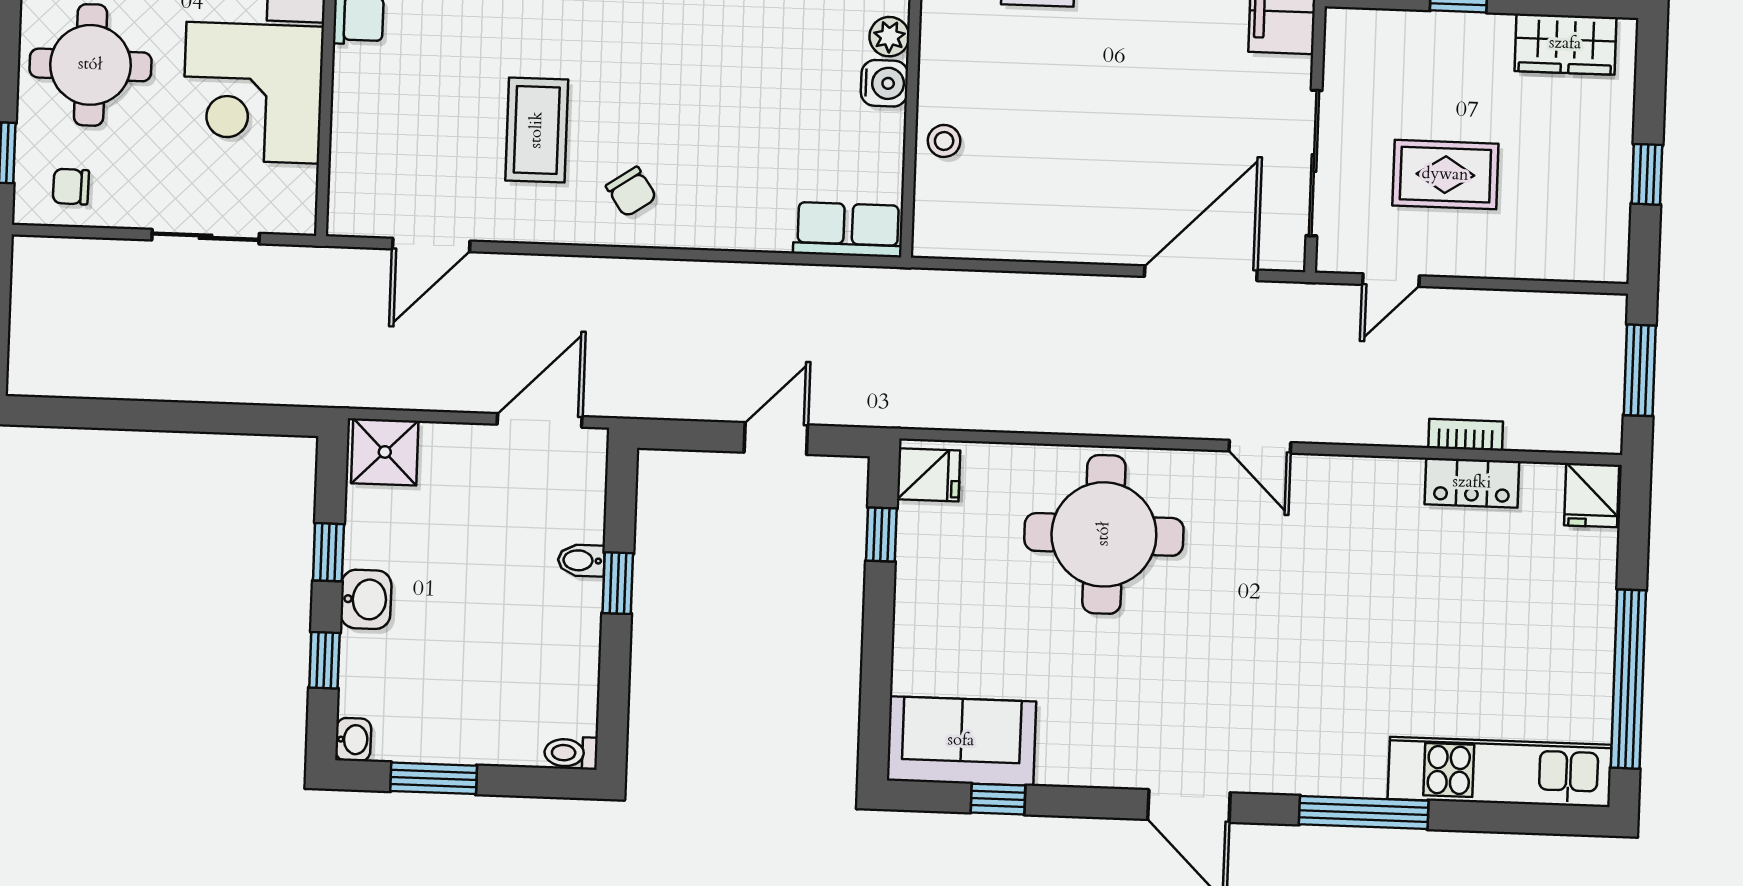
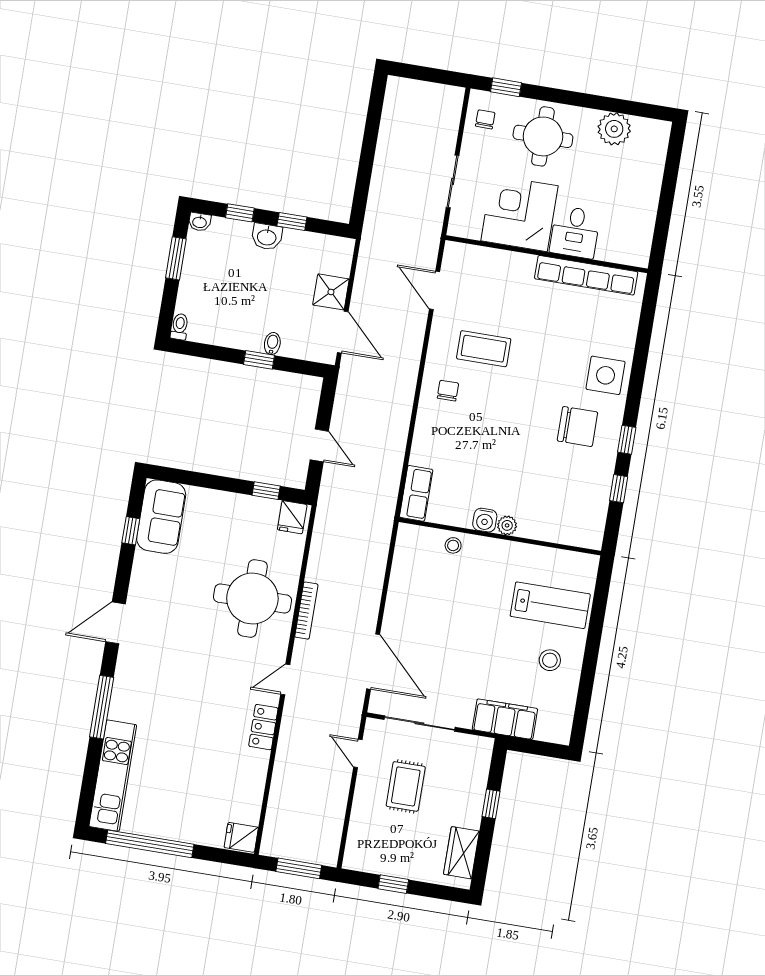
chair: (631, 192) -> (448, 391), turned 124
bookcase: (1466, 435) -> (306, 611), moved, width x1.56
shower: (385, 452) -> (331, 292), moved
locker: (1472, 483) -> (263, 727), moved

